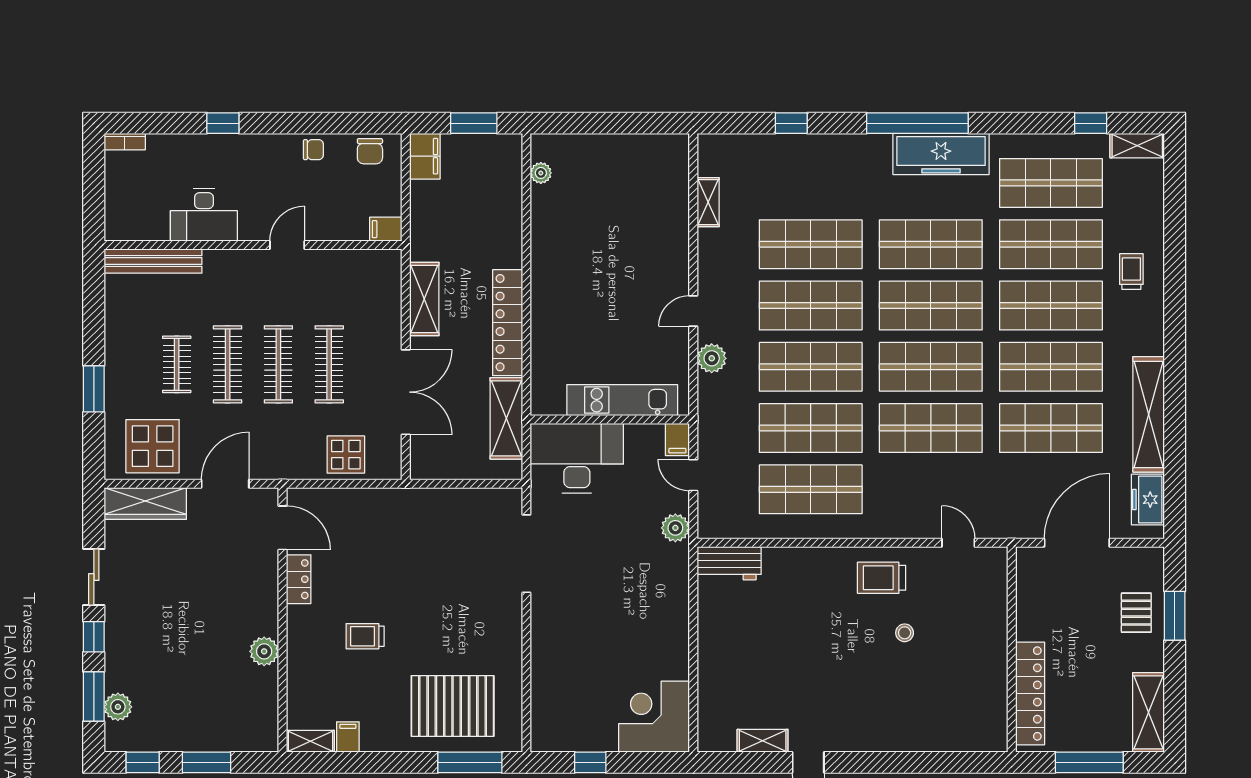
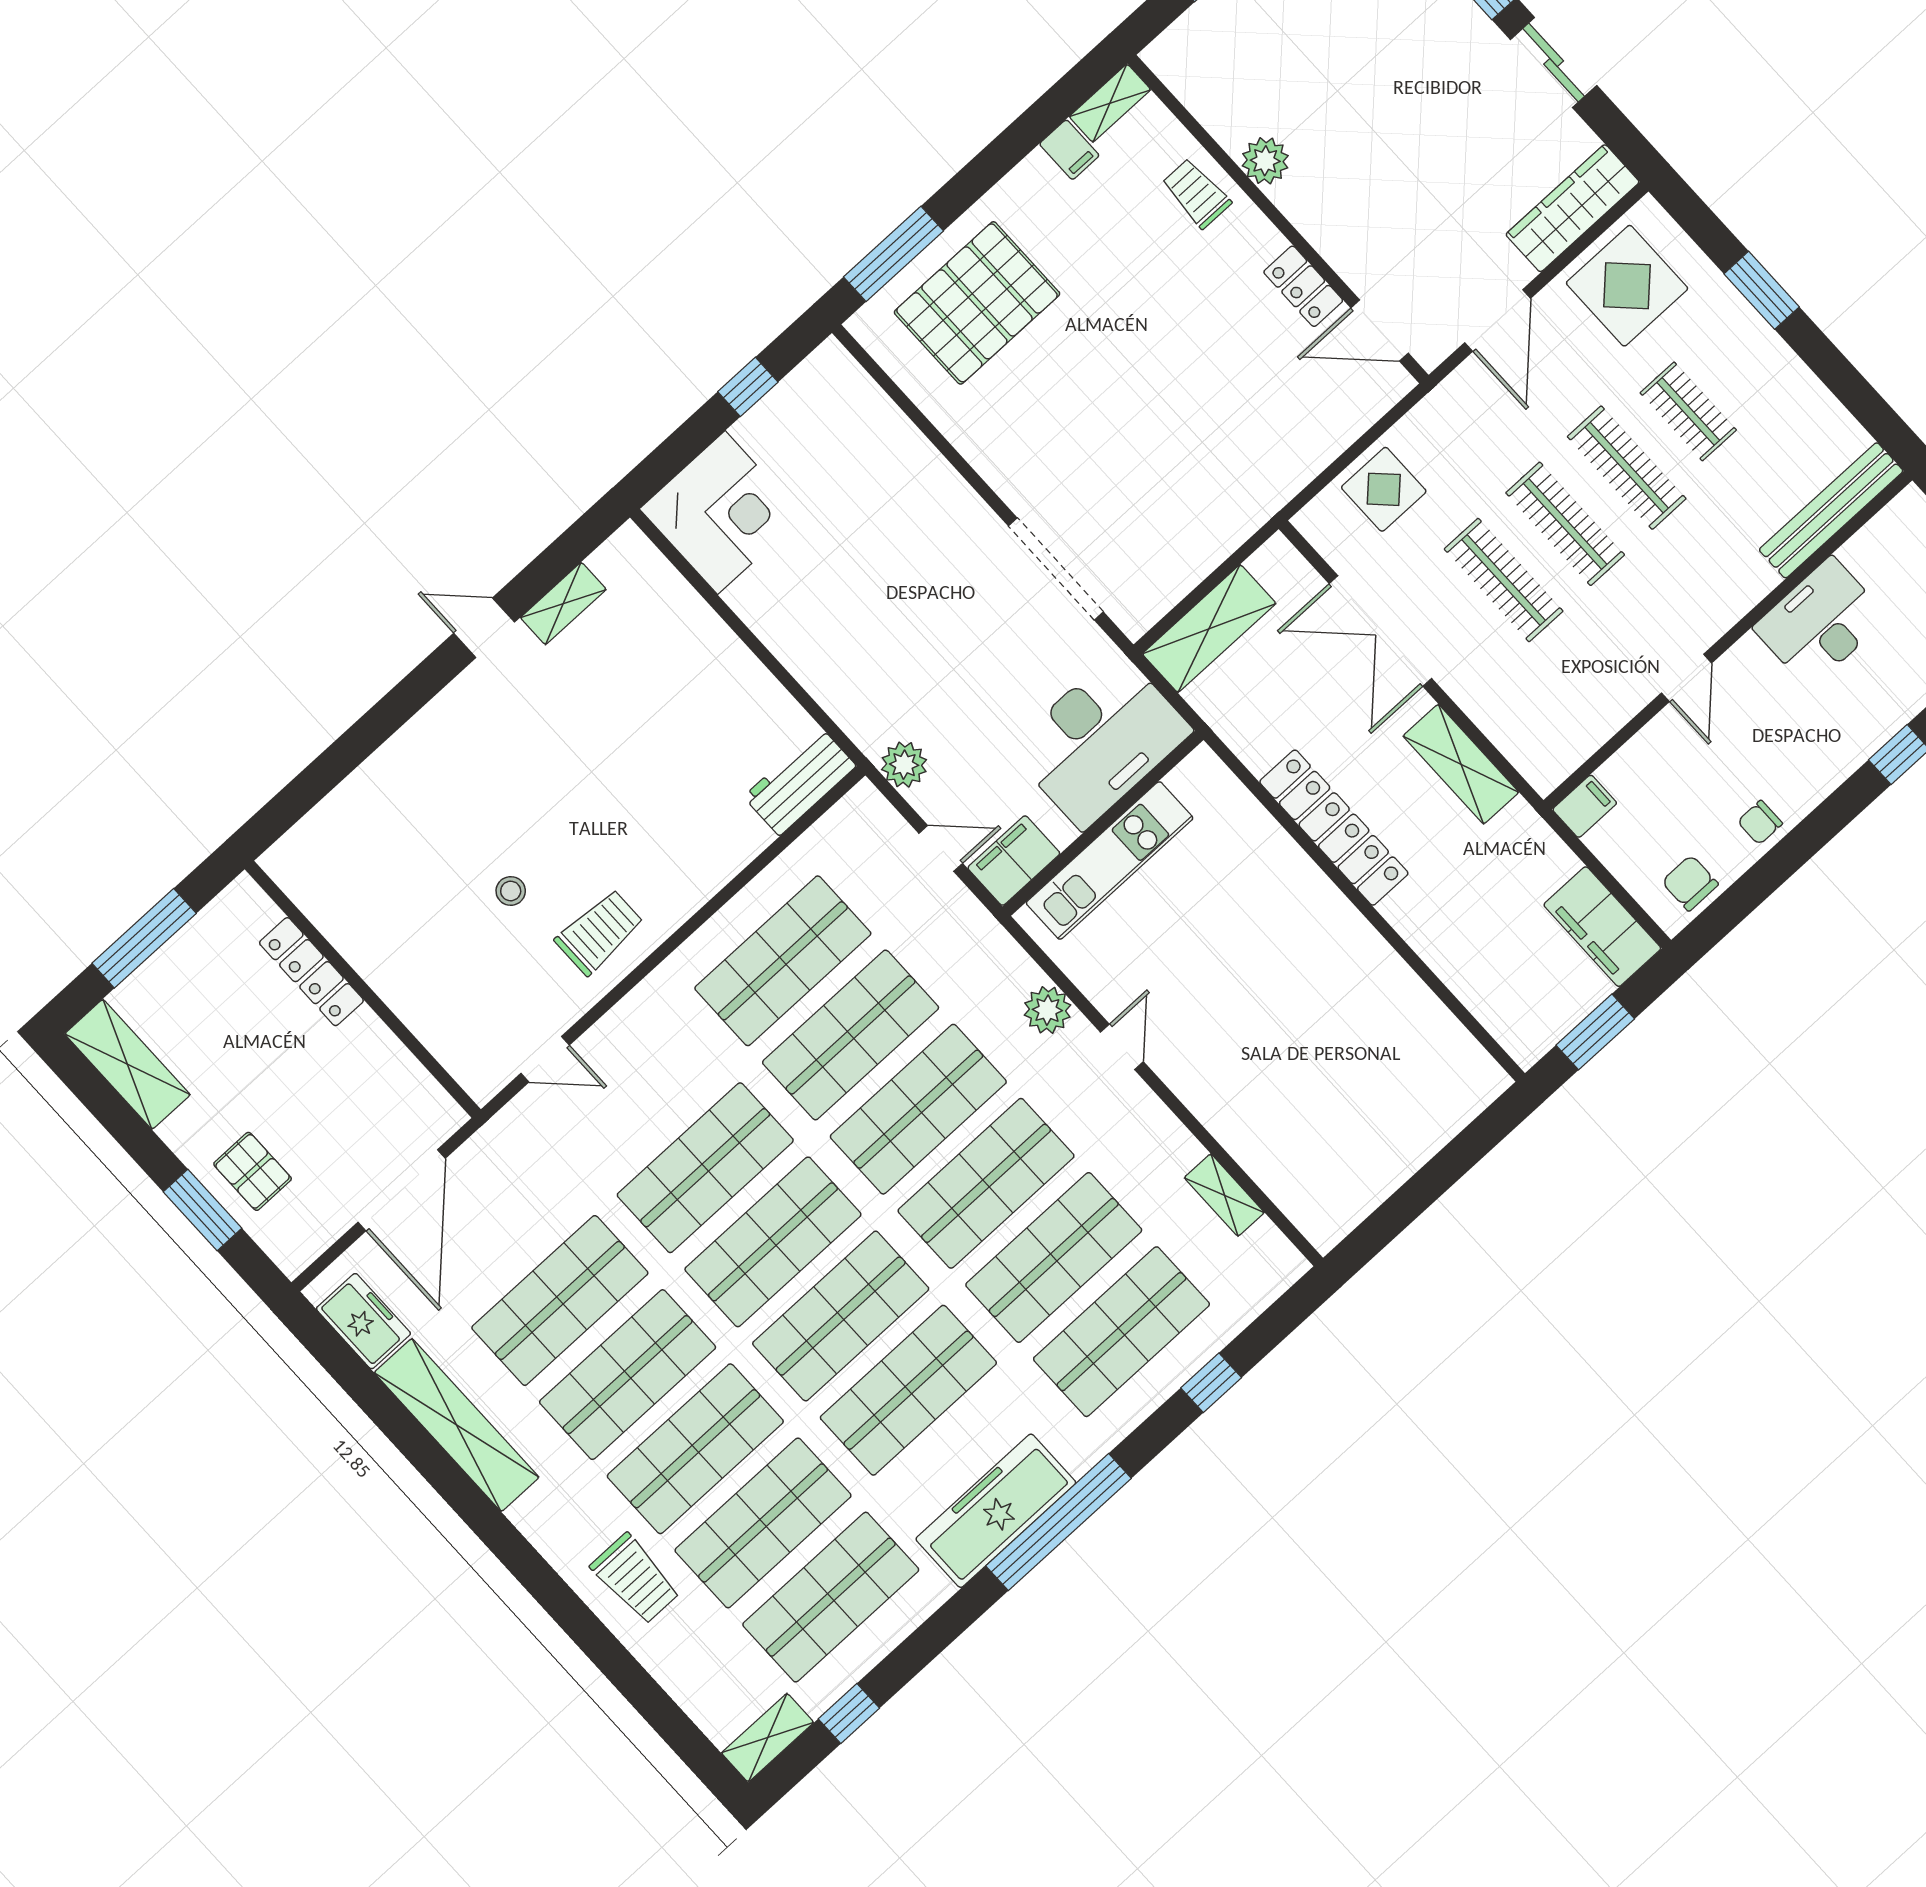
filing cabinet: (425, 156) -> (1602, 927), width x1.50, depth x1.17
plant: (541, 173) -> (1459, 1045), removed
shop shelf: (811, 183) -> (1121, 1332), added
trolley: (1131, 272) -> (635, 1579), width x1.36, depth x1.39
shelving: (506, 418) -> (1209, 629), moved, turned 90
filing cabinet: (677, 439) -> (1014, 861), width x2.00
trolley: (365, 636) -> (1196, 193), moved, turned -90
locker: (1030, 693) -> (311, 972), width x0.71, depth x0.83

